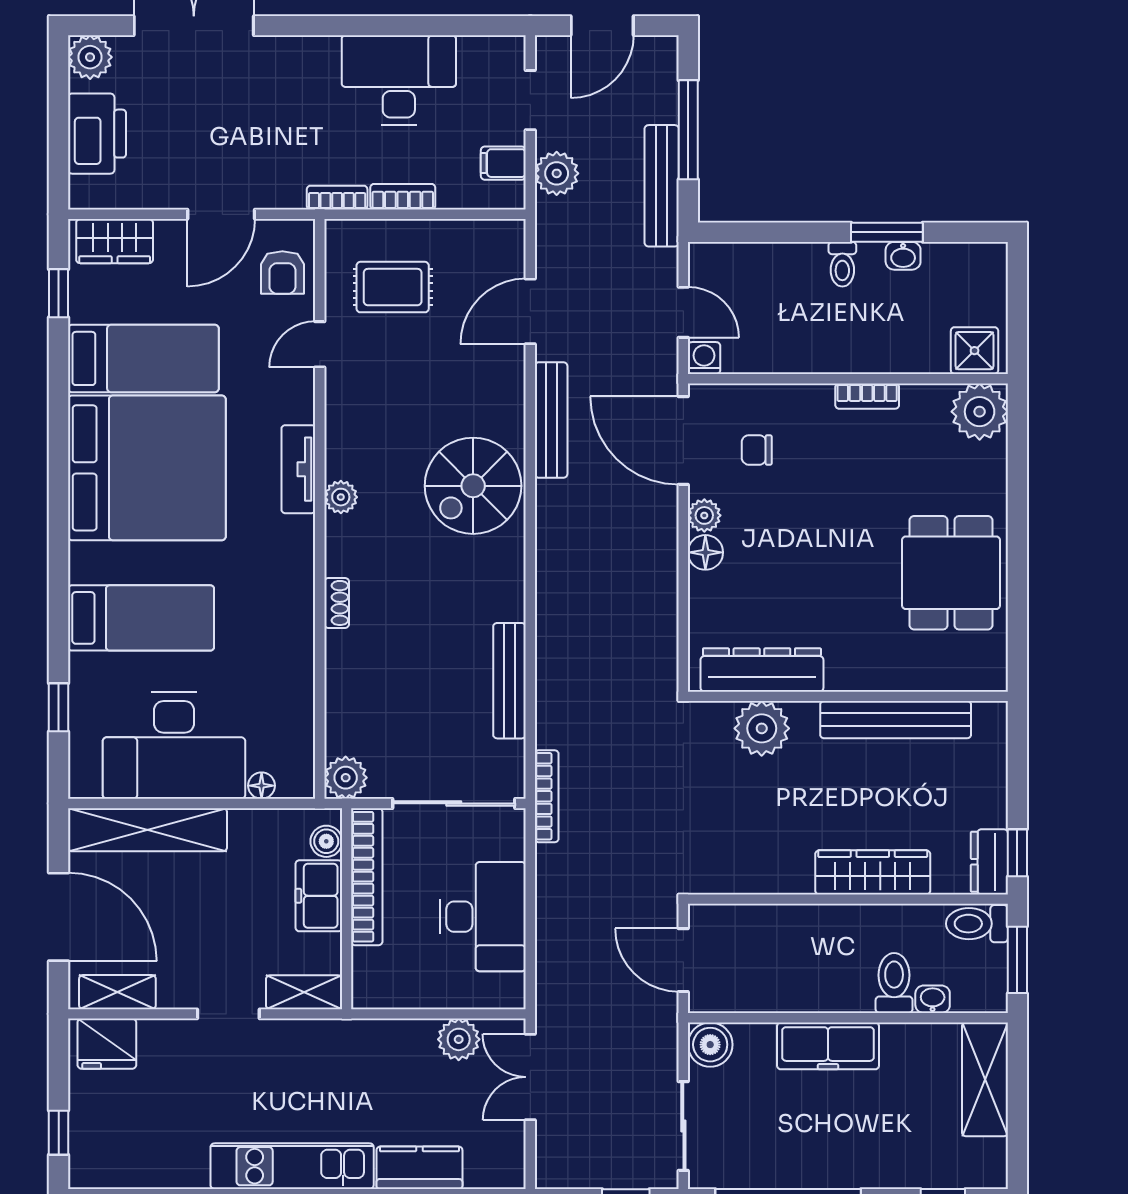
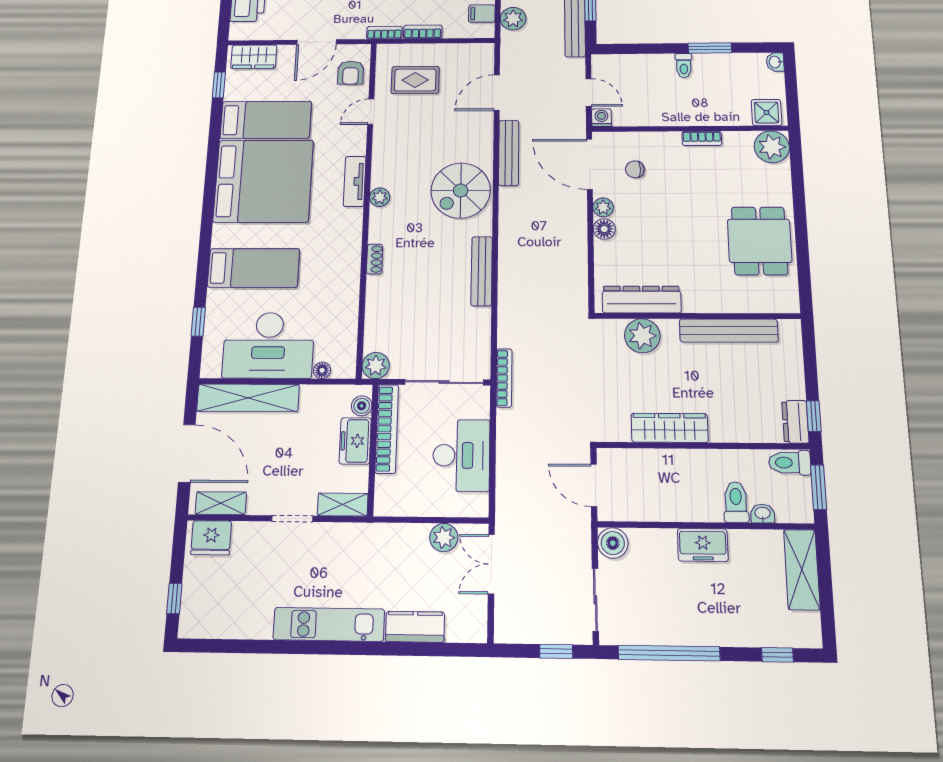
washbasin: (903, 256) -> (775, 62), moved, turned 90
bench: (509, 681) -> (482, 271), moved
wardrobe: (873, 872) -> (670, 428), moved
freezer: (828, 1046) -> (703, 545), width x0.71

